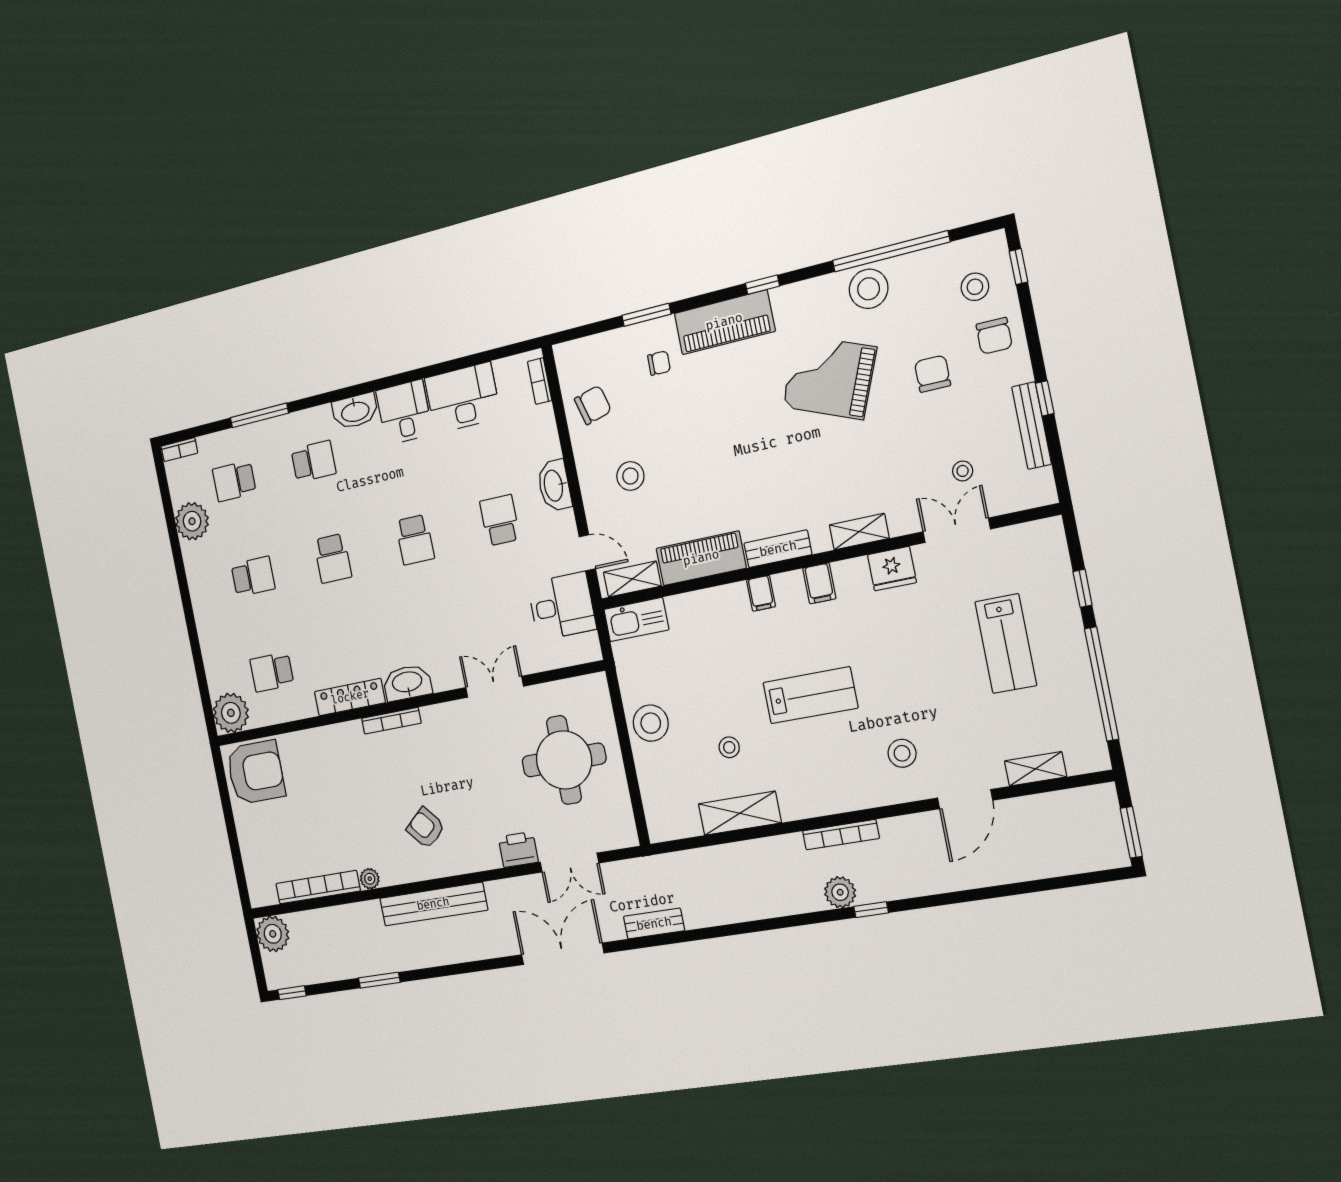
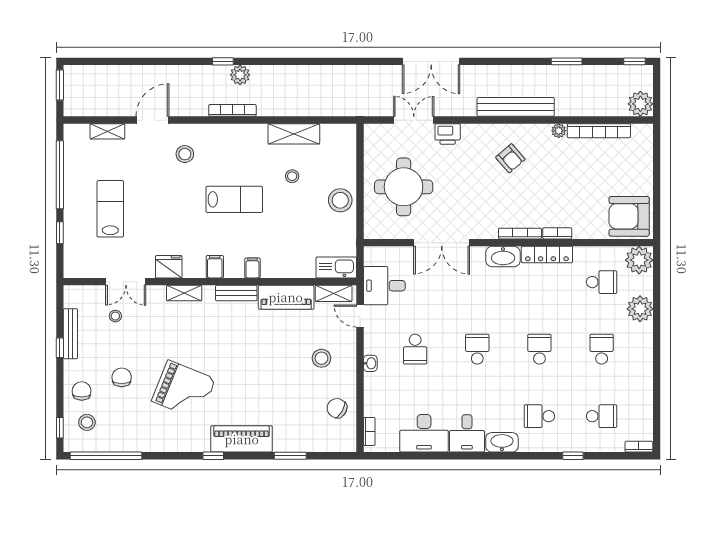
window: (891, 251) -> (106, 456), moved
stool: (869, 289) -> (149, 437), removed
chair: (659, 363) -> (288, 424), removed
chair: (933, 374) -> (122, 377), turned 180
chair: (593, 405) -> (337, 408), turned 45
window: (259, 415) -> (573, 456), width x0.46
washbasin: (554, 485) -> (370, 363), width x0.52, depth x0.69
plant: (192, 521) -> (640, 309), moved
school desk: (253, 576) -> (602, 349), turned 90
double door: (494, 687) -> (442, 243), width x1.37
lab bench: (810, 695) -> (234, 199), turned 180
bookcase: (343, 731) -> (557, 233), added
bench: (654, 924) -> (365, 72), removed

